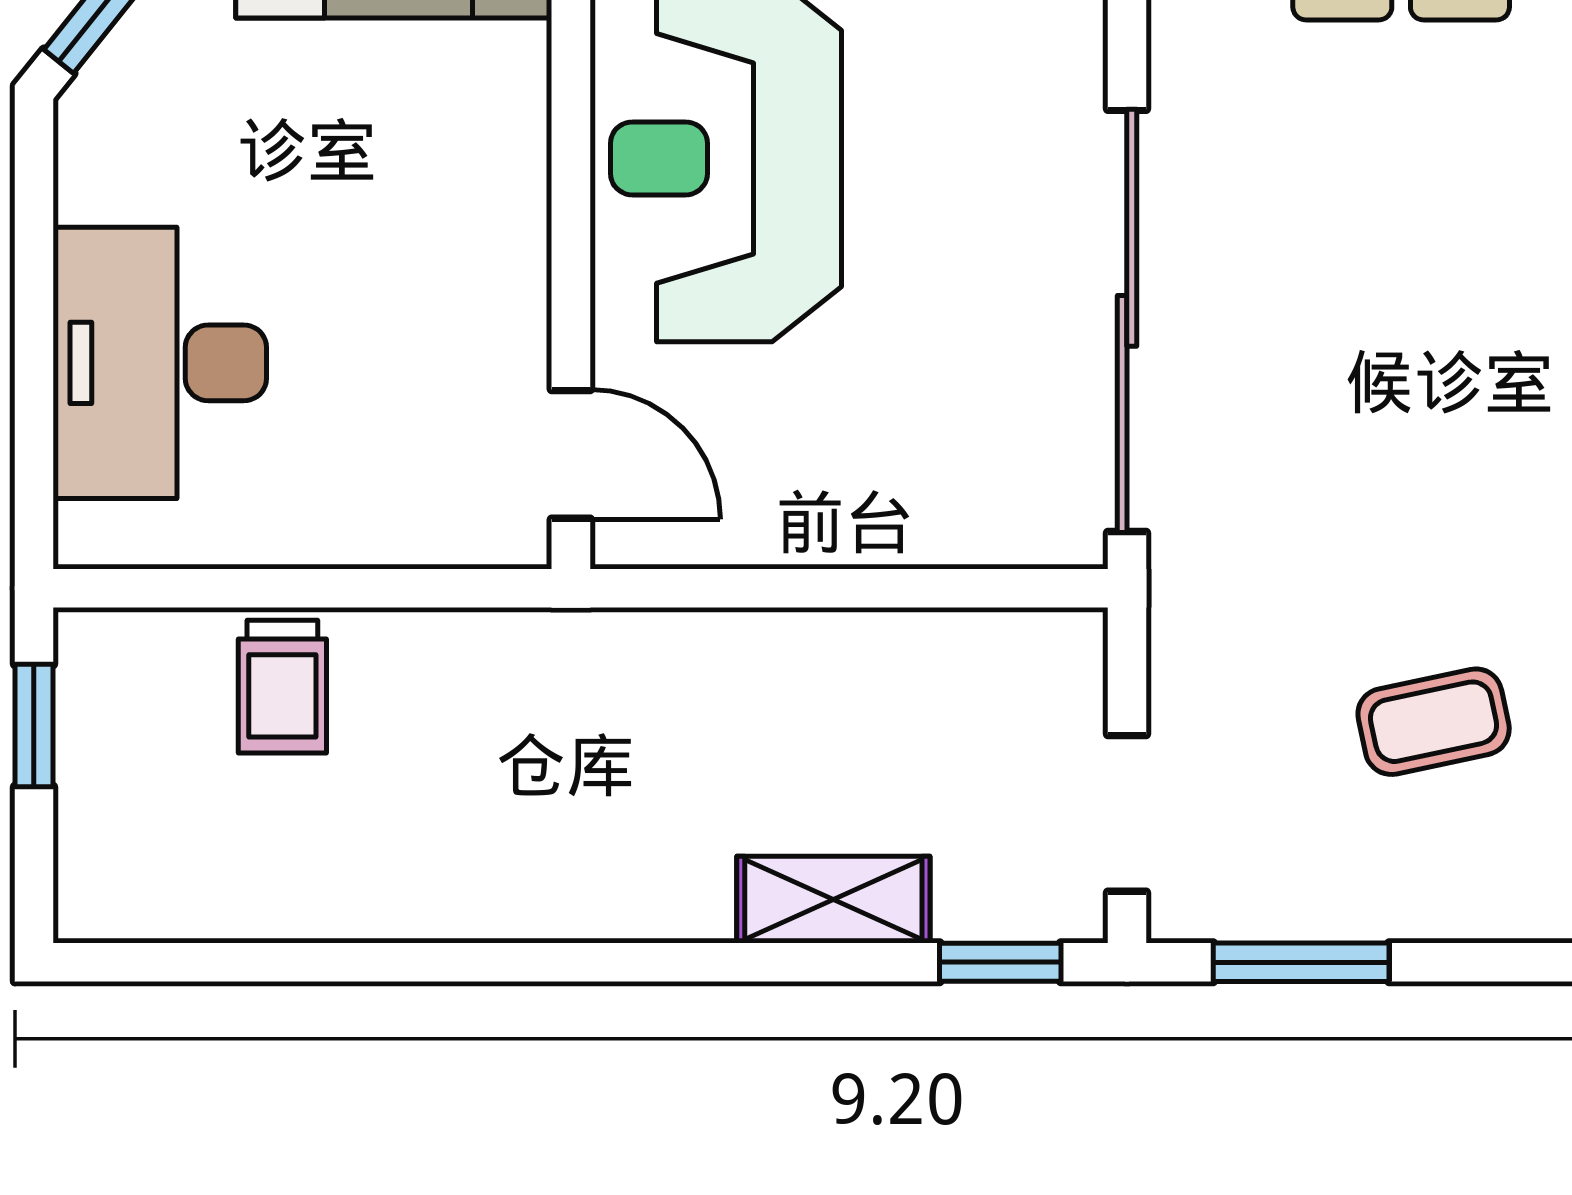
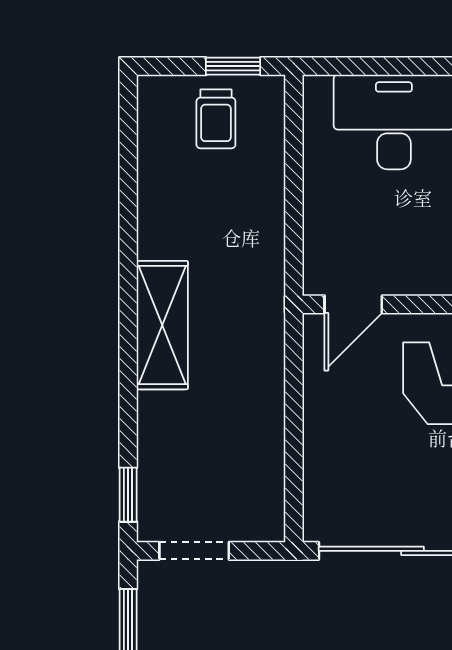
trolley: (282, 687) -> (216, 119), moved, turned -90
shelving: (833, 900) -> (162, 325), moved, width x1.50, depth x1.33

